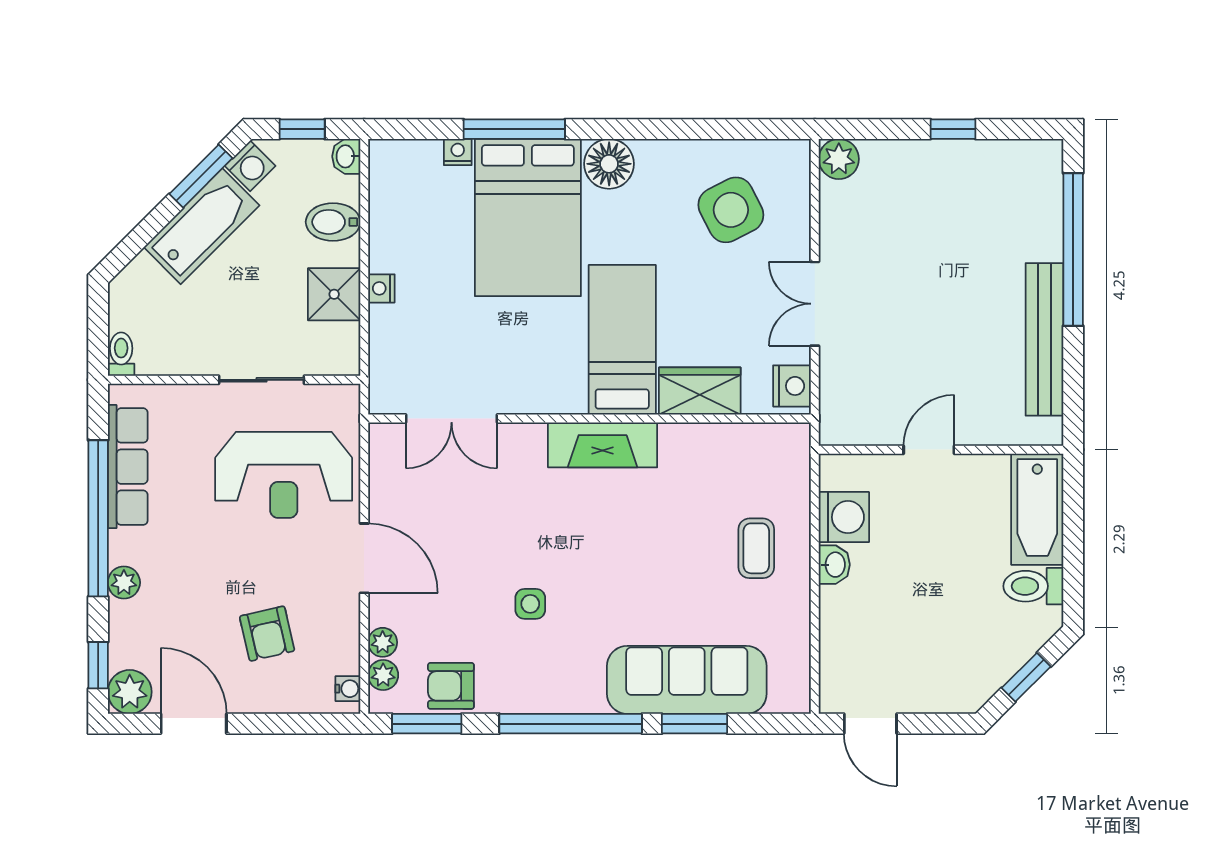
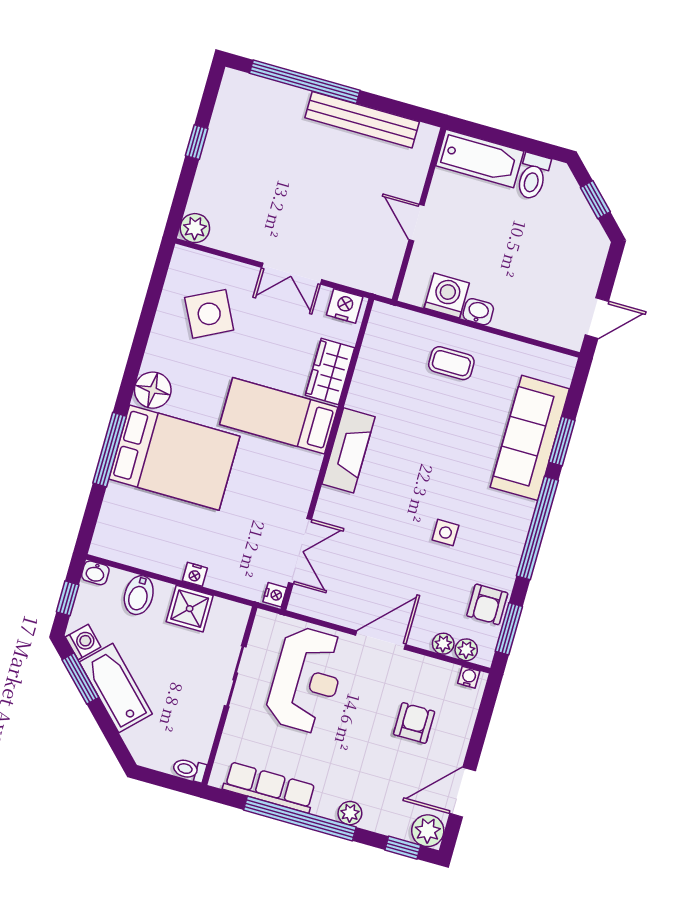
nightstand: (458, 152) -> (275, 595), moved, turned 180
armchair: (267, 634) -> (414, 723), turned -77

